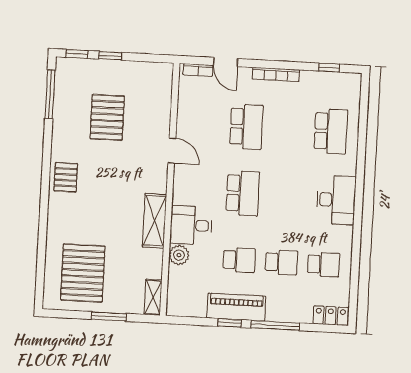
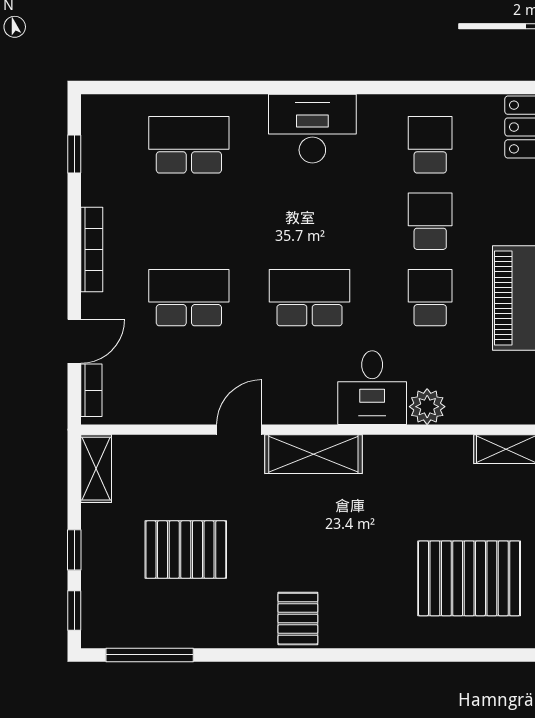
shelving: (155, 70) -> (96, 469), added
pallet: (66, 177) -> (298, 619), turned 90
shelving: (154, 221) -> (313, 454), moved

